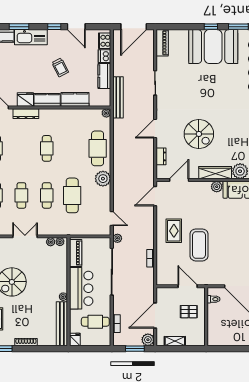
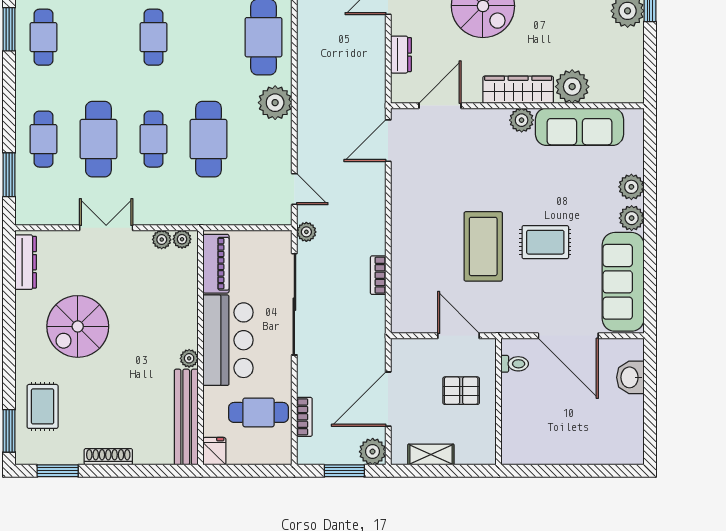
cafe table: (21, 195) -> (98, 139), width x1.37, depth x1.35
rug: (174, 231) -> (545, 242), moved, turned 90

